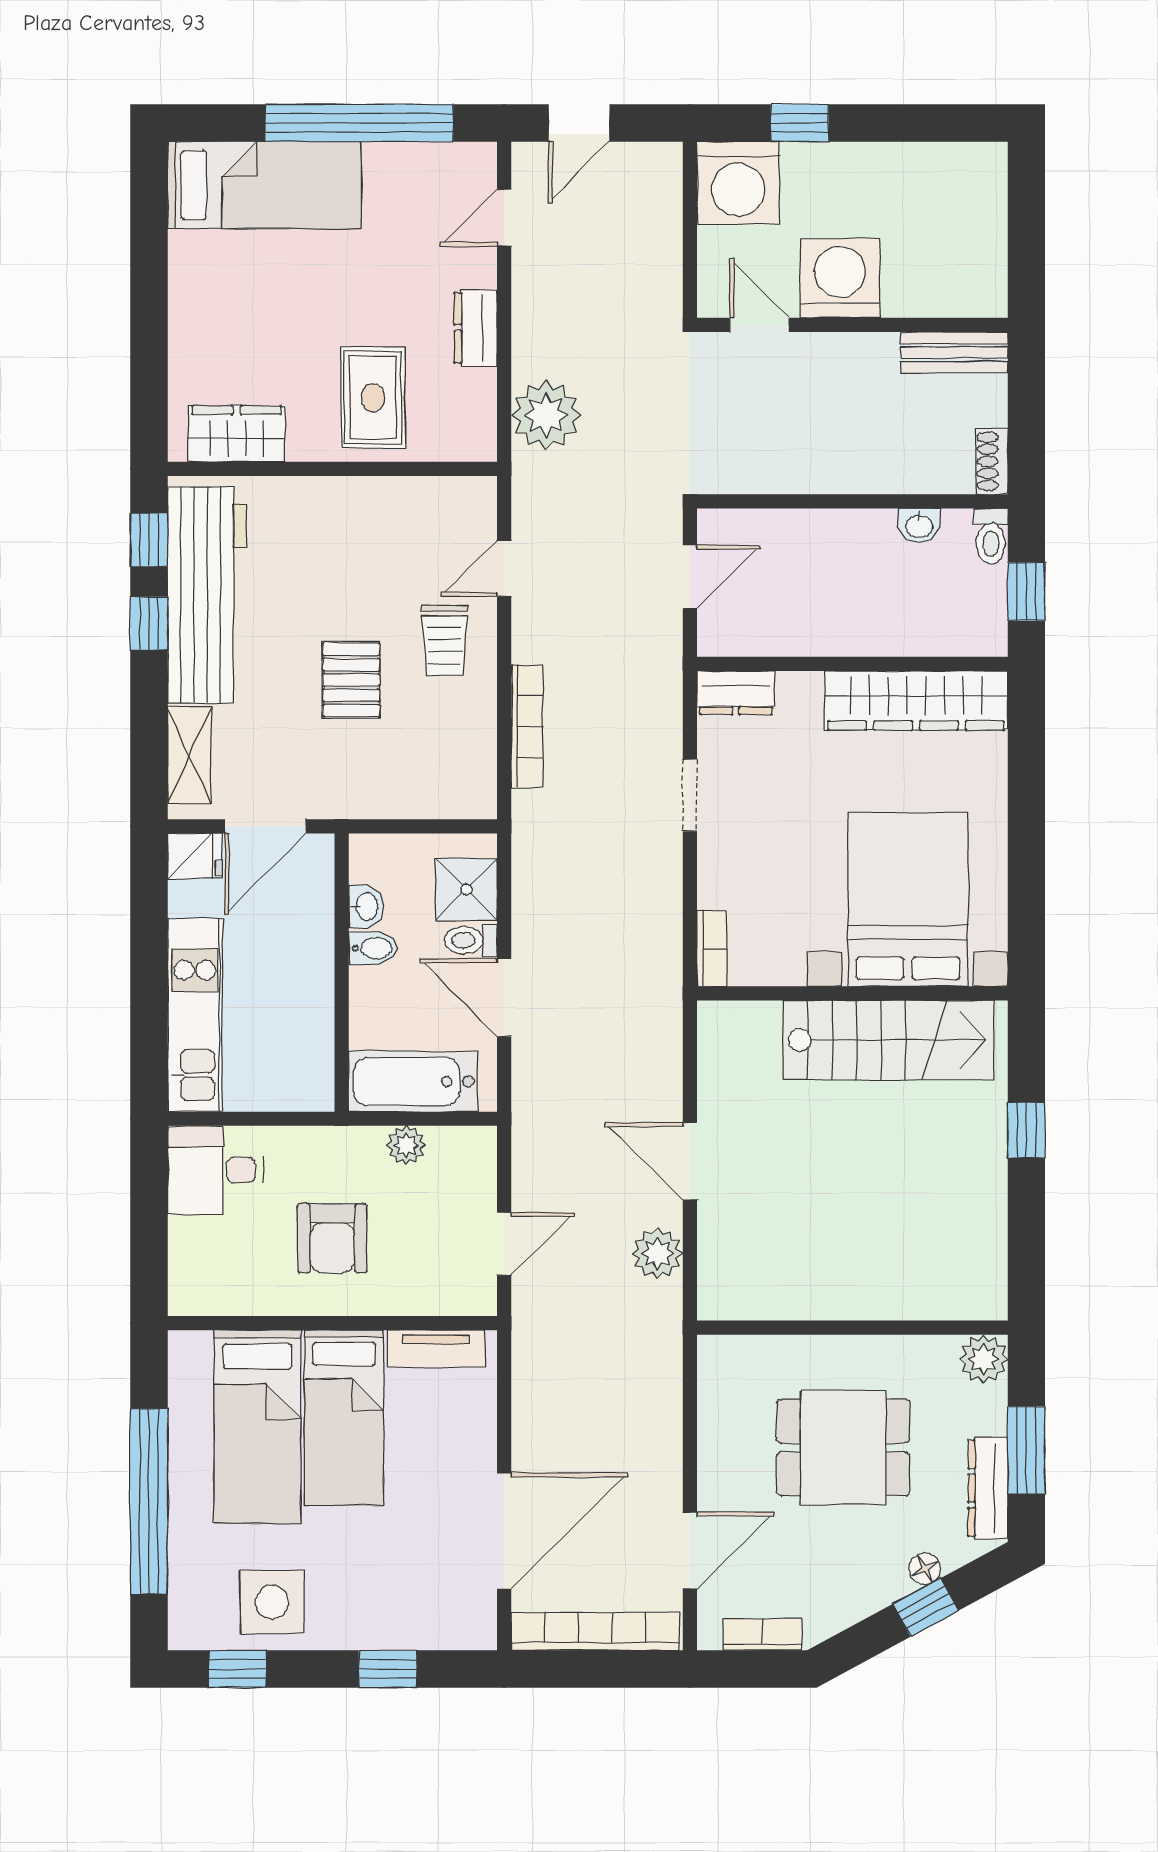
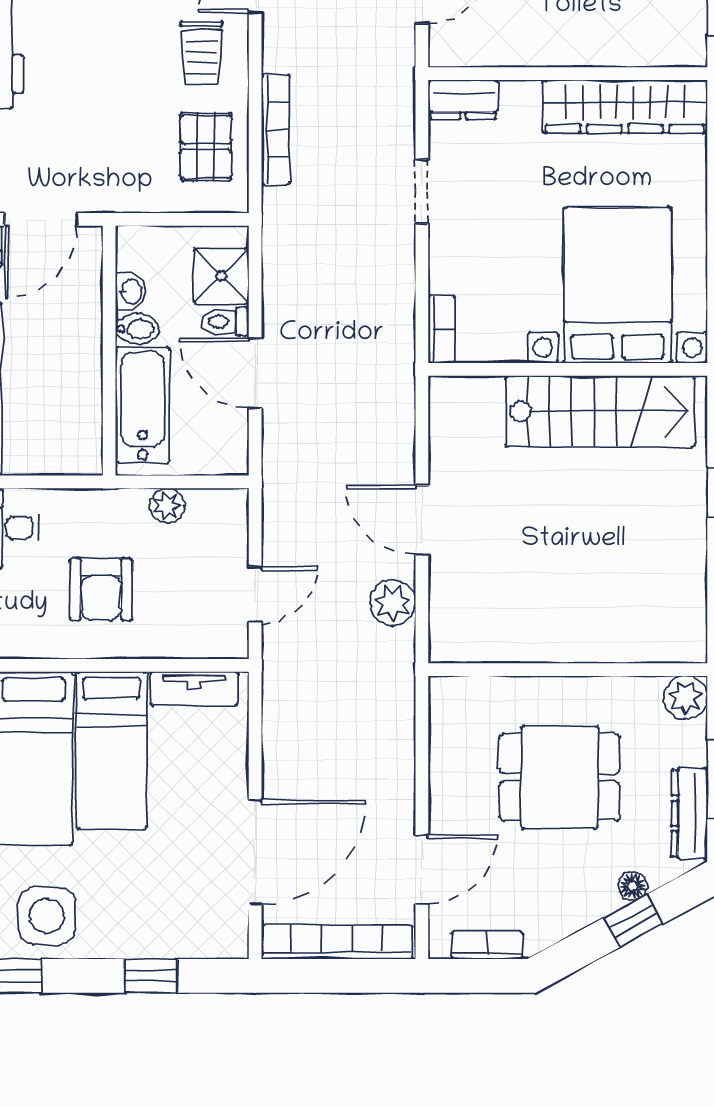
pallet: (351, 680) -> (206, 147), moved
bathtub: (413, 1081) -> (143, 405), moved, turned 90

